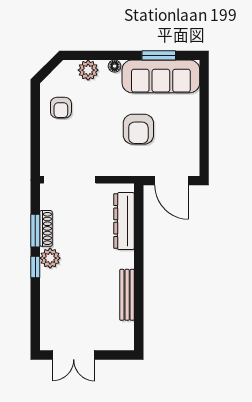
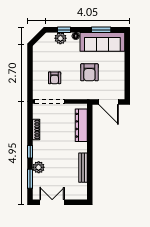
window: (94, 55) -> (64, 30), added
armchair: (61, 108) -> (55, 78), moved
window: (35, 231) -> (30, 179), moved
plant: (50, 258) -> (39, 167), moved
double door: (74, 355) -> (52, 202), swing flipped

